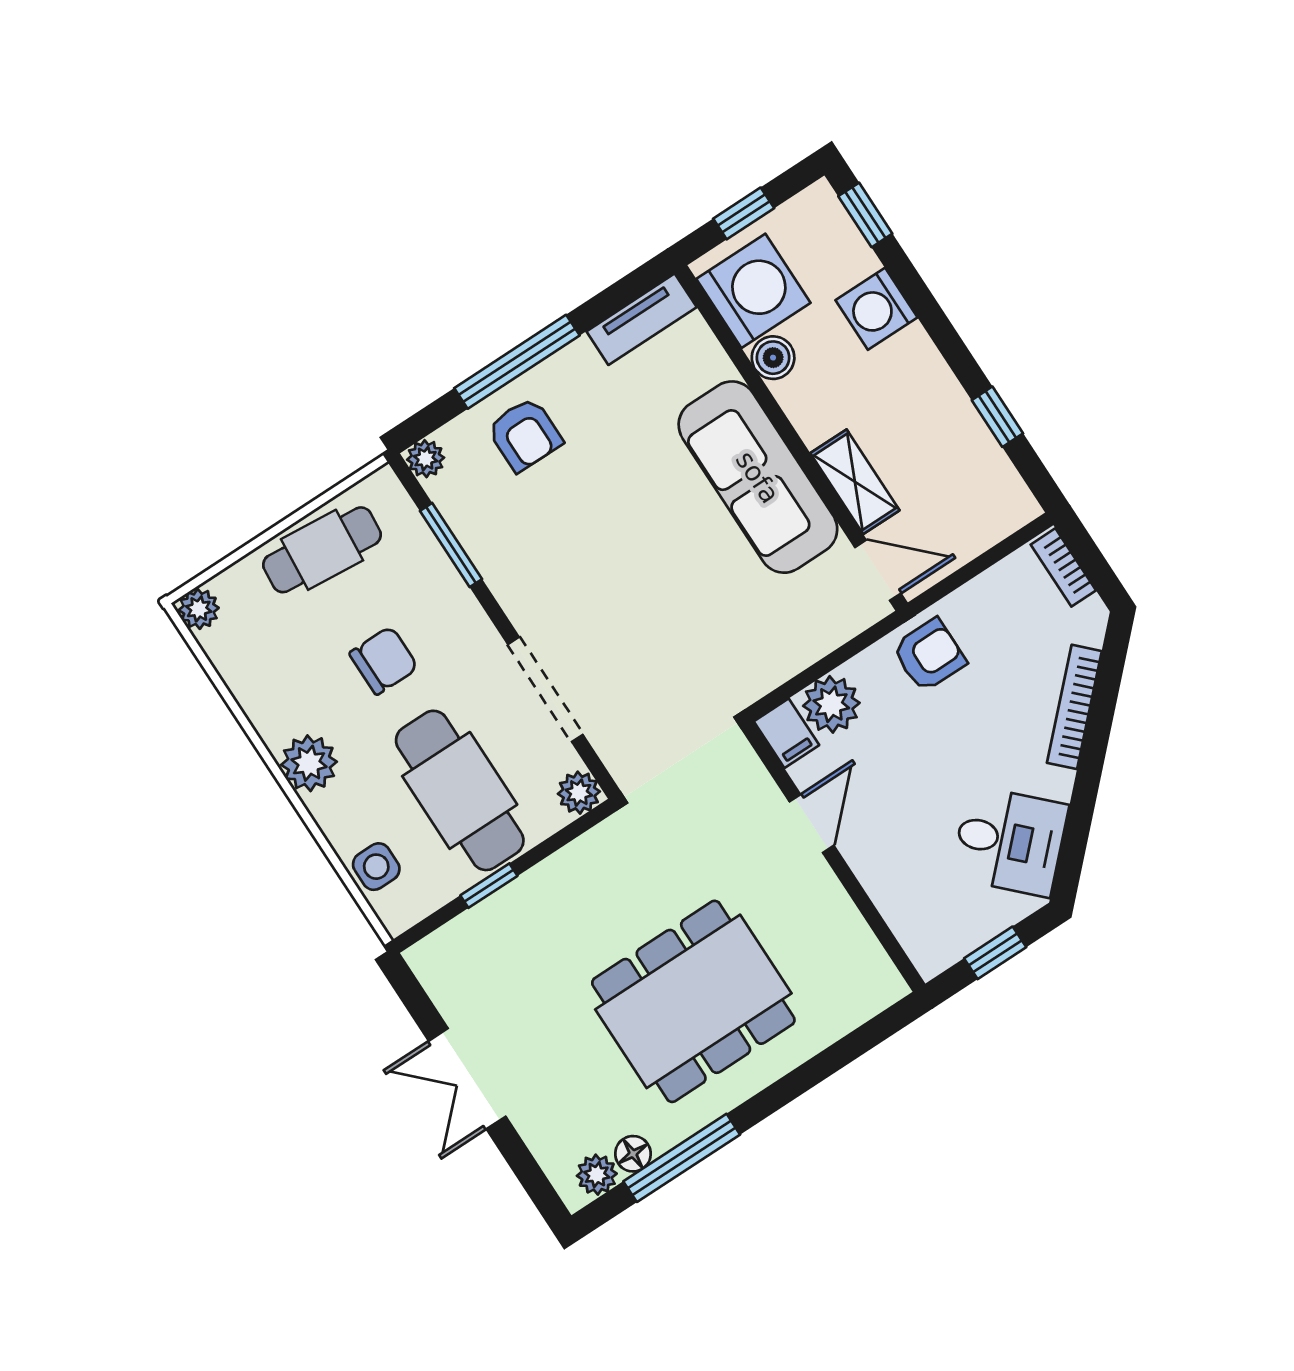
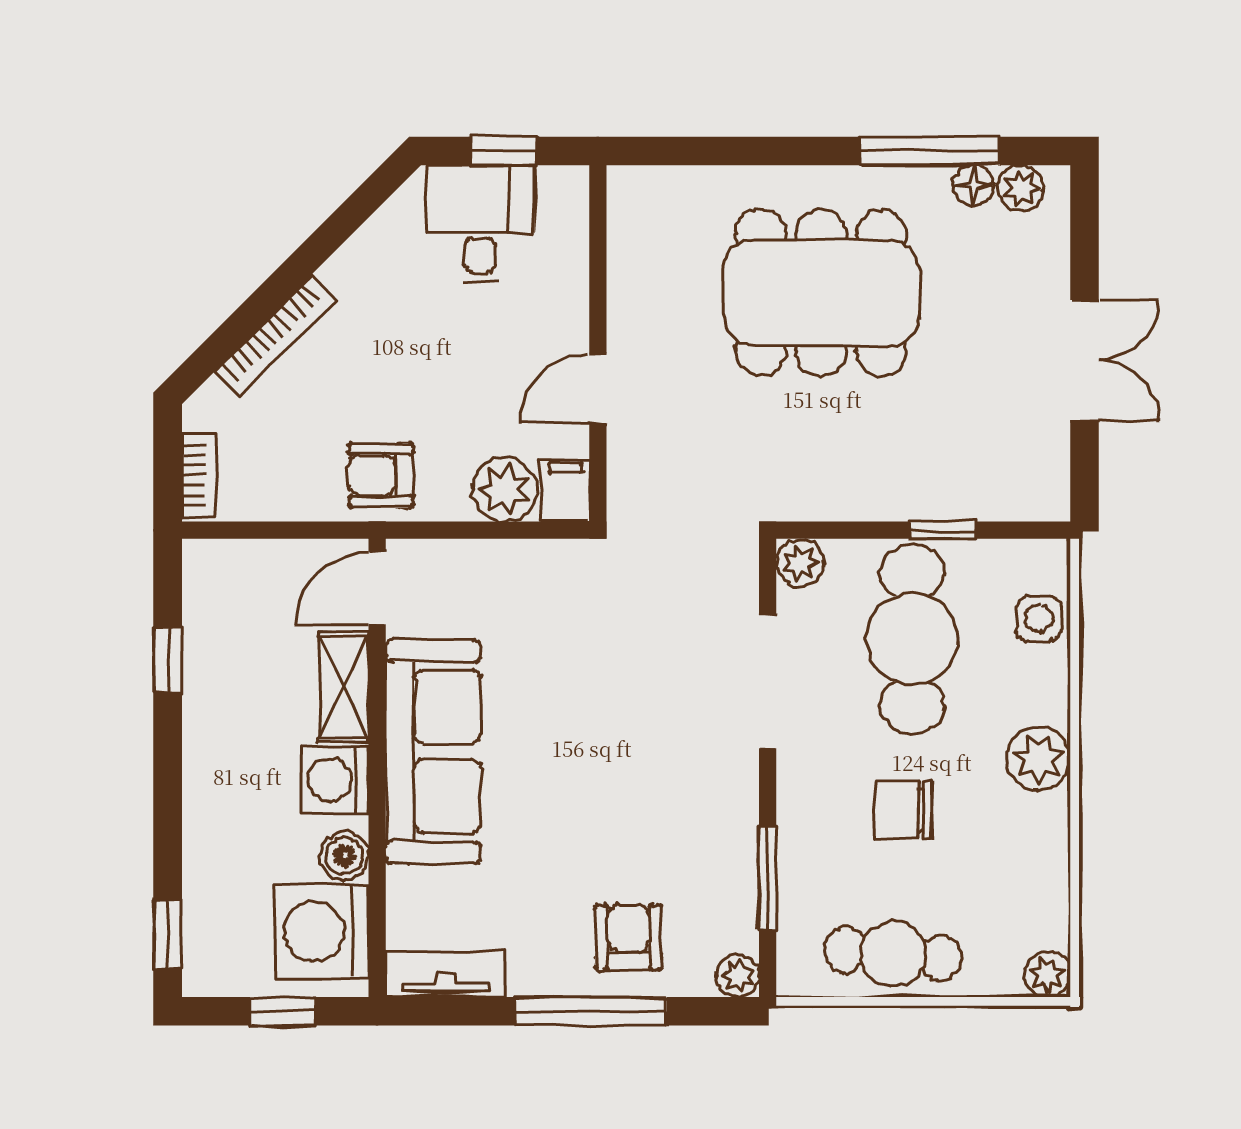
washing machine: (876, 309) -> (335, 780), moved, turned 180
door: (878, 570) -> (377, 588), hinge flipped
desk: (1010, 841) -> (480, 224), moved, turned 45

